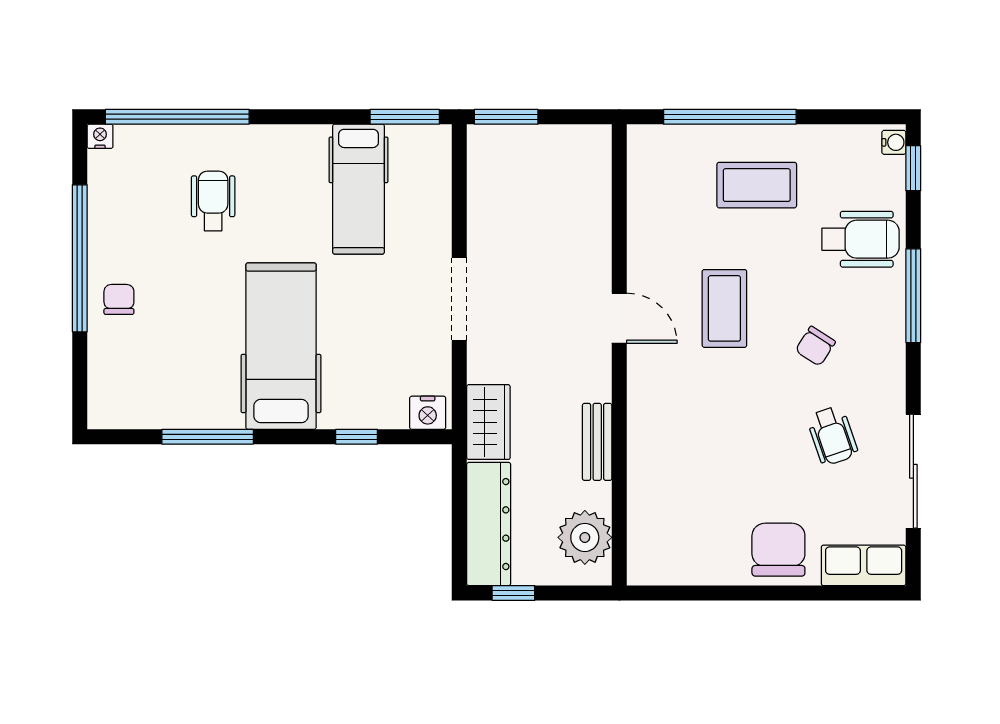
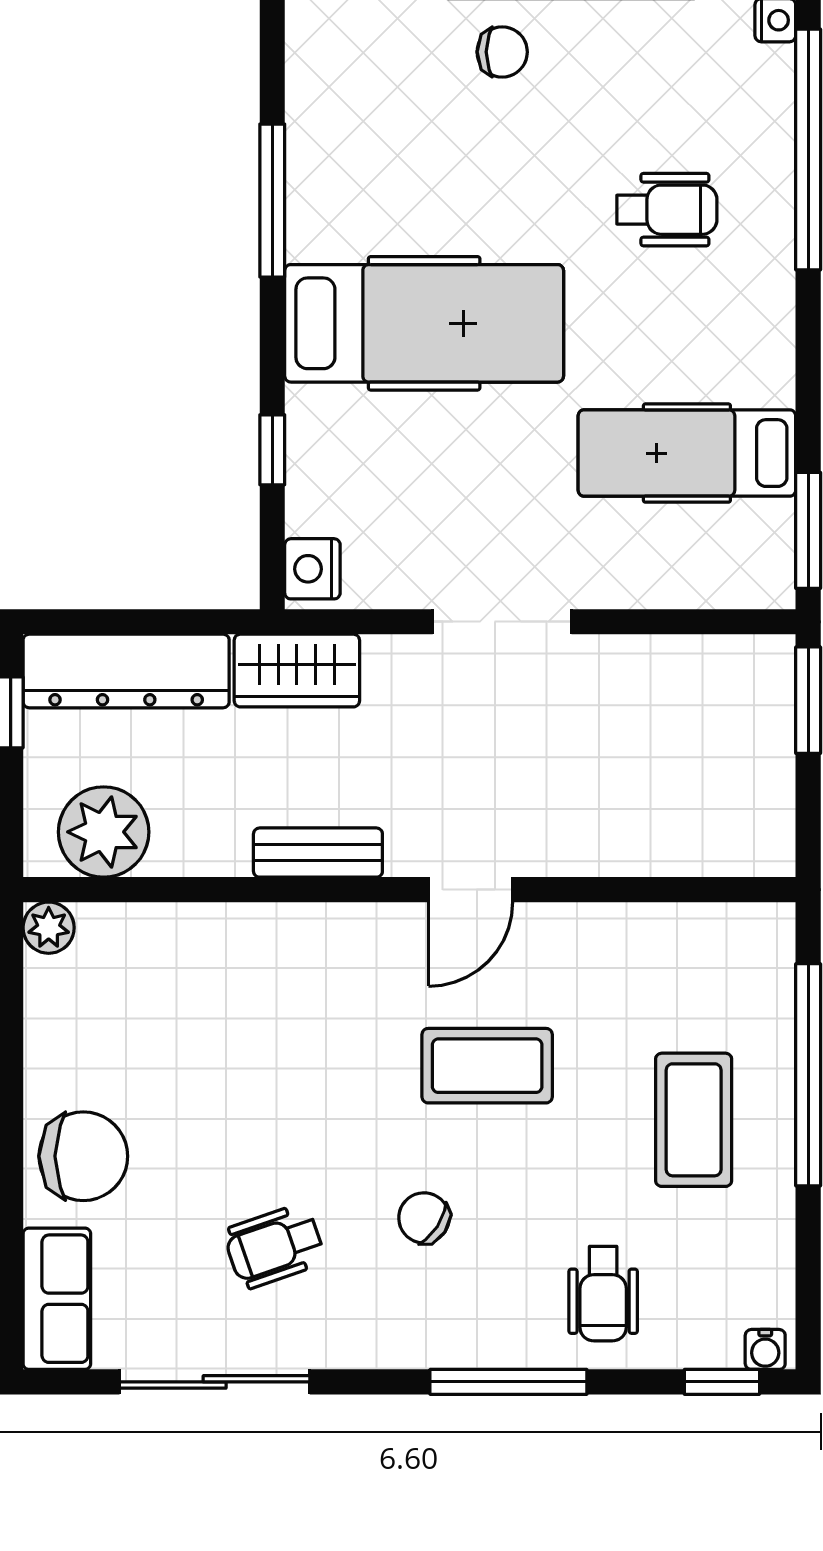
wheelchair: (861, 239) -> (603, 1294), width x0.73, depth x0.73
bench: (597, 442) -> (318, 853), moved
plant: (642, 570) -> (49, 928), added

